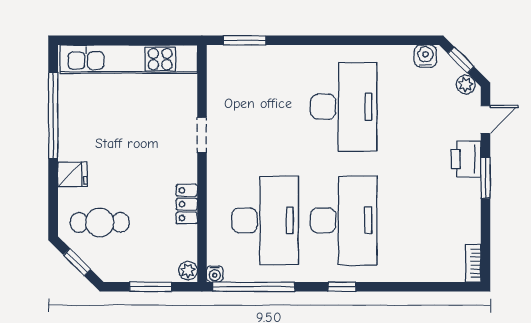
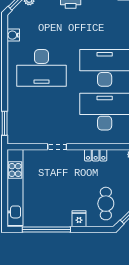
water cooler: (426, 56) -> (13, 35), moved
desk: (344, 107) -> (41, 68), turned 180

